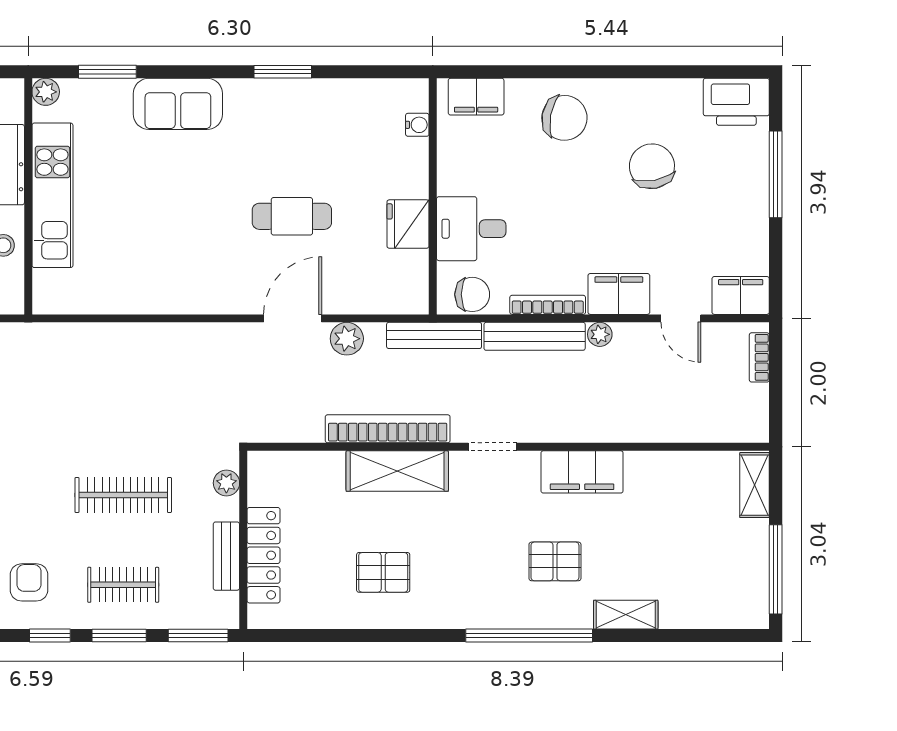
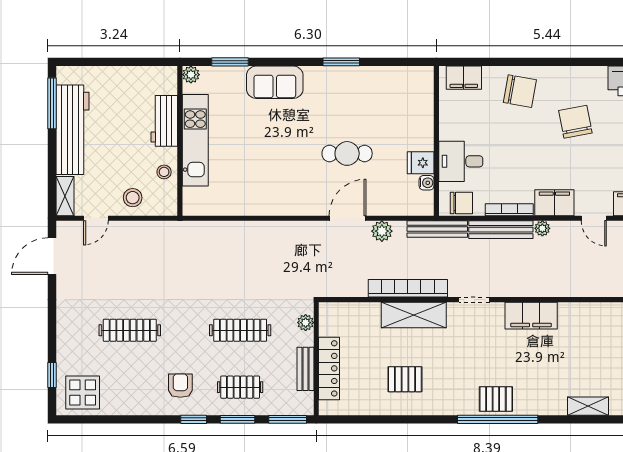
water cooler: (417, 125) -> (427, 183), moved
fridge: (408, 224) -> (421, 163), width x0.72
pallet: (555, 561) -> (496, 399), moved
shelving: (626, 615) -> (588, 406), moved

